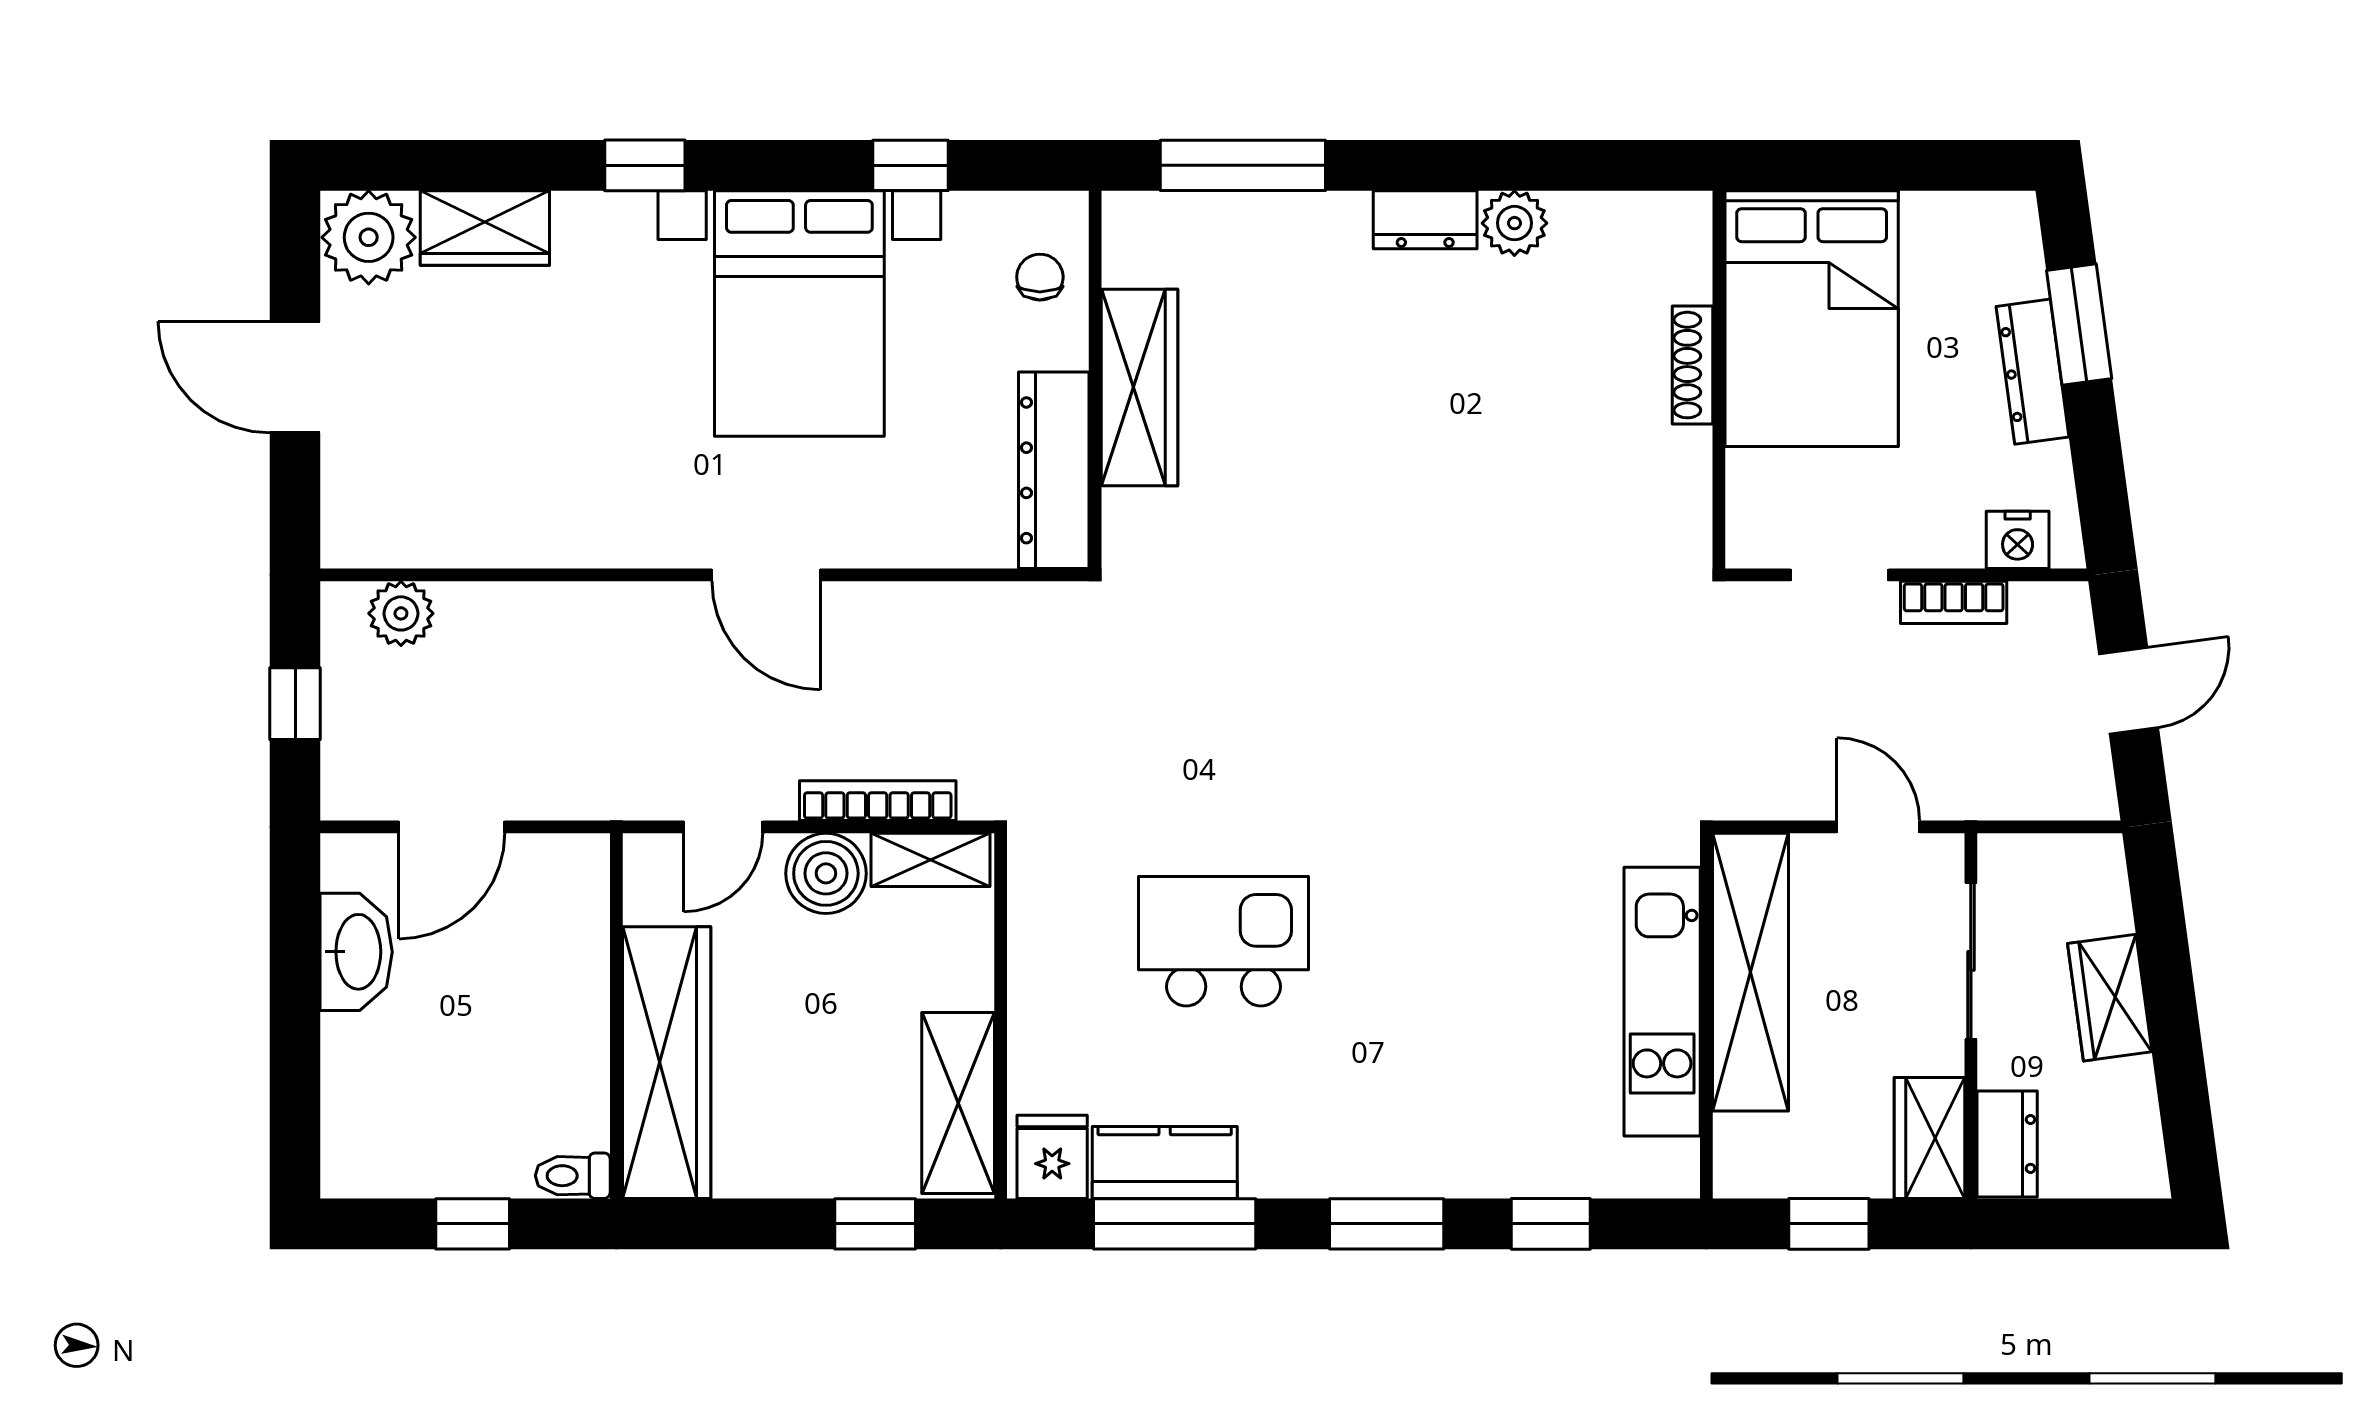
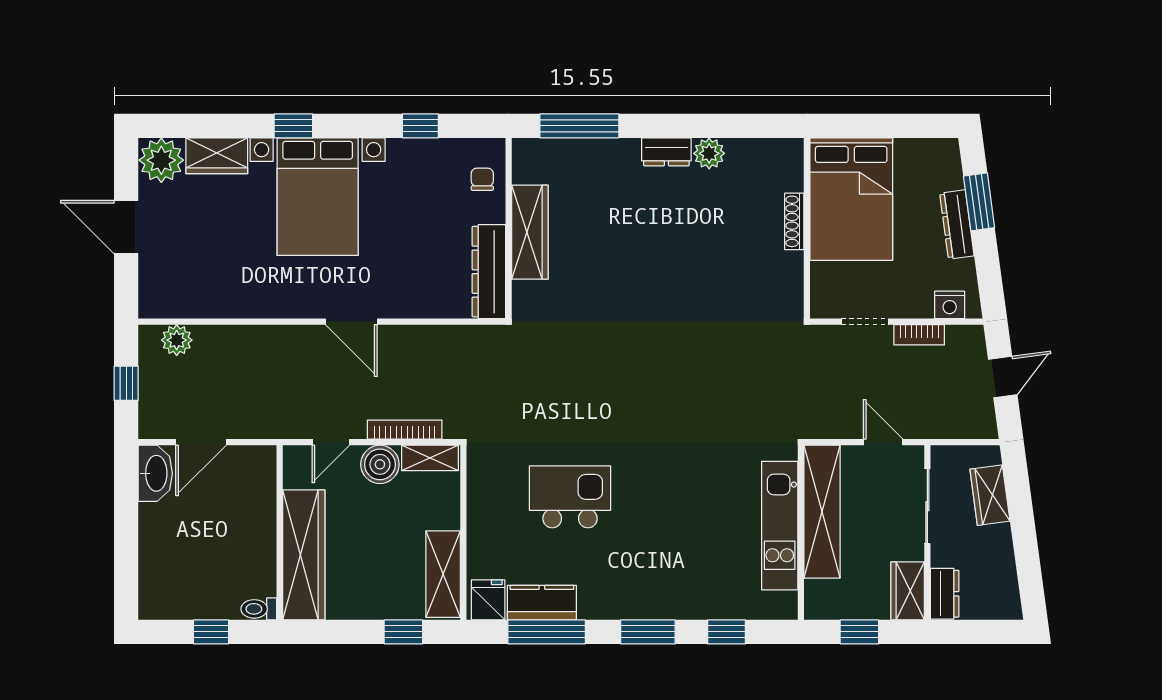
bed with nightstands: (799, 313) -> (318, 197), moved
washbasin: (356, 952) -> (155, 473), moved
wardrobe: (2110, 998) -> (990, 495), moved

